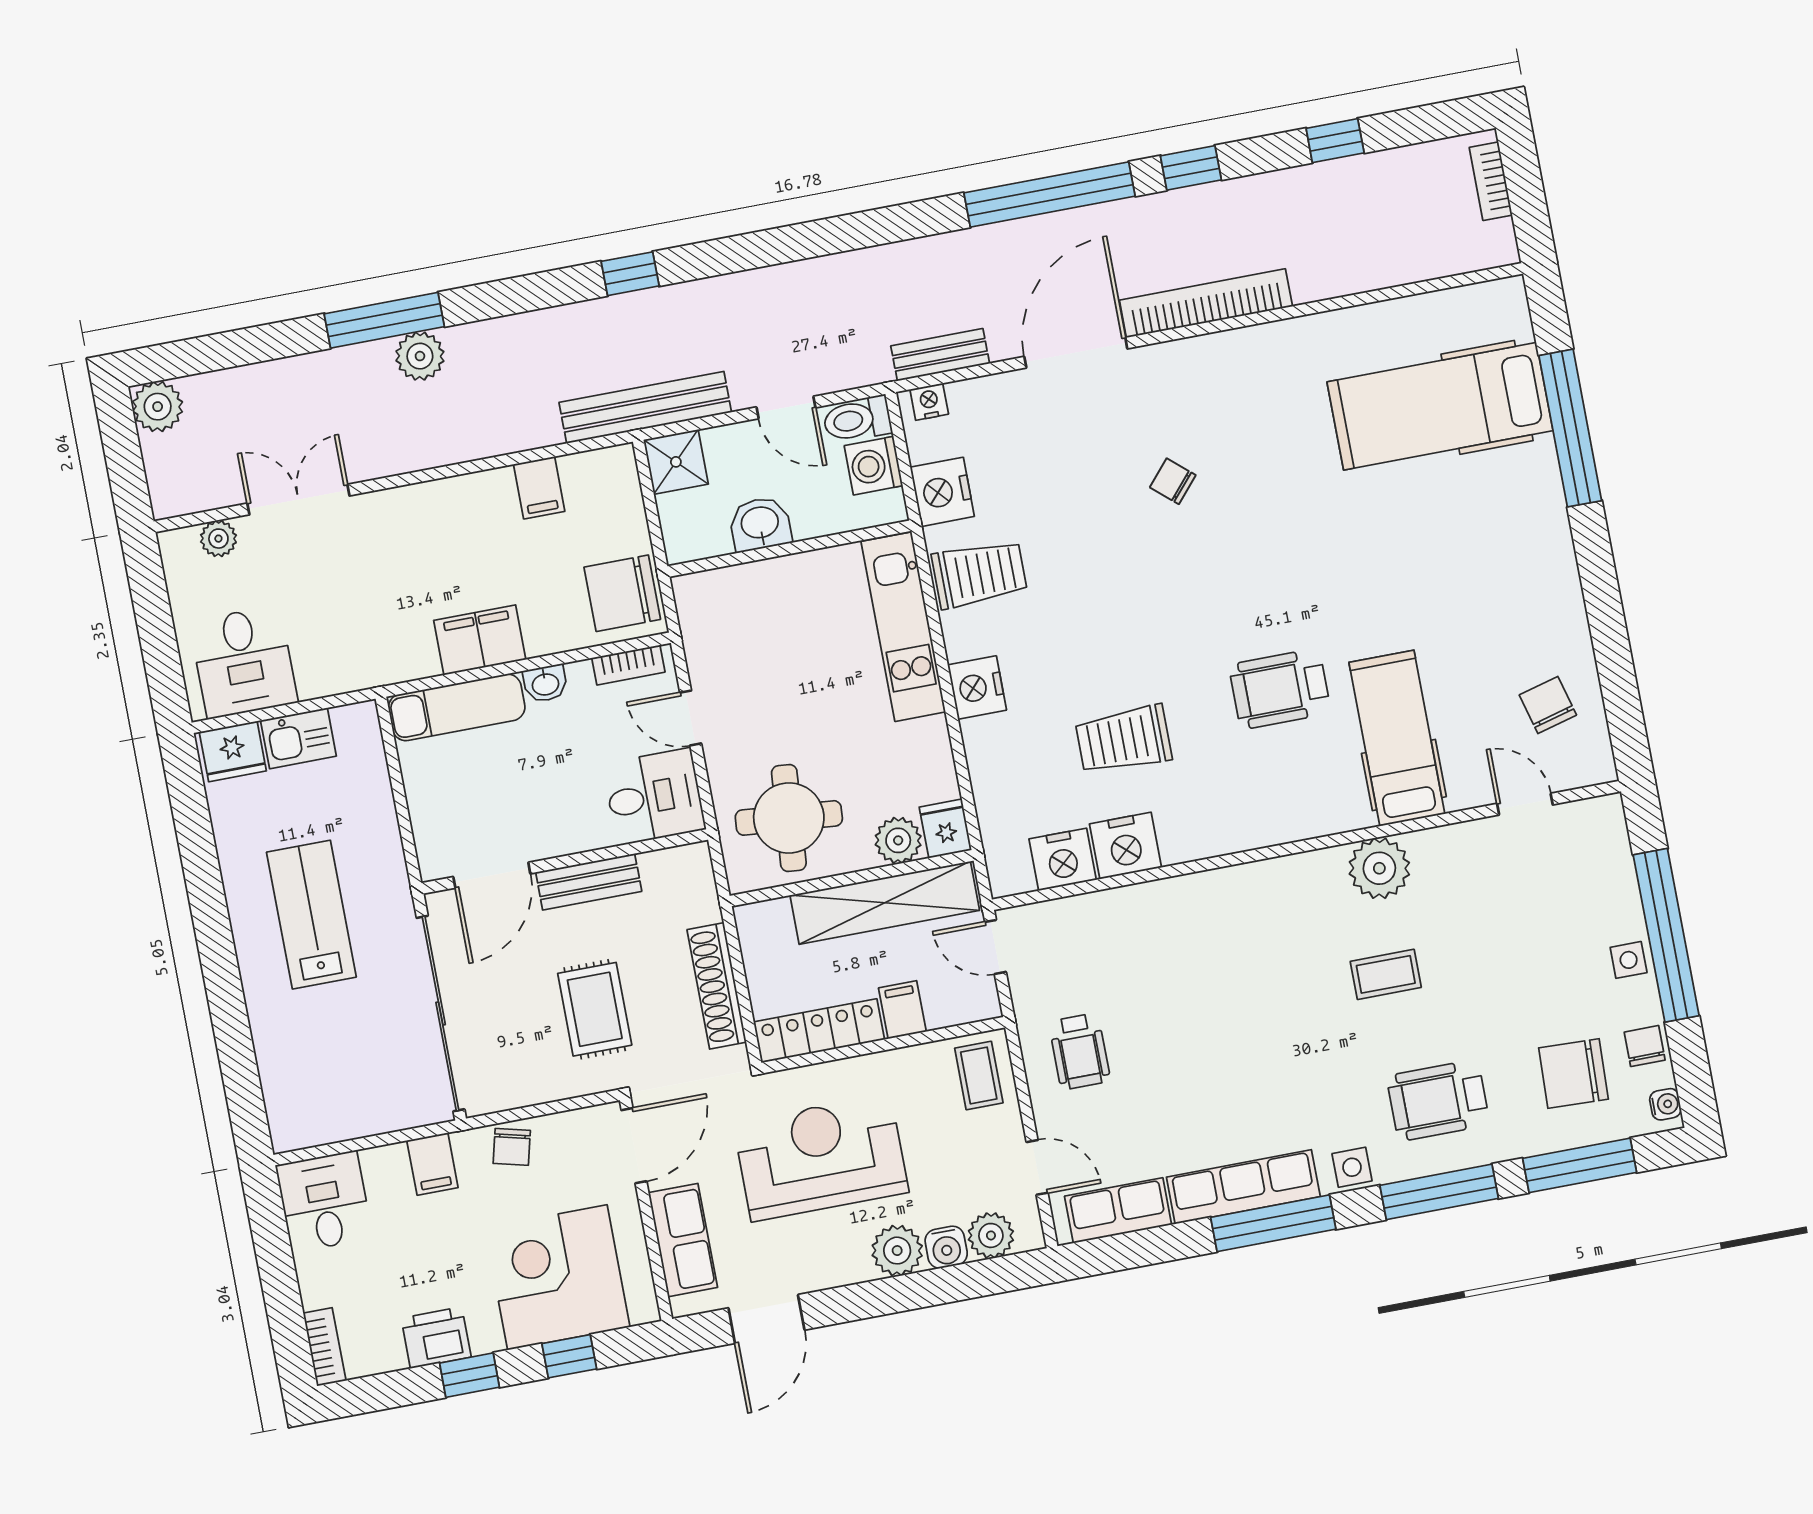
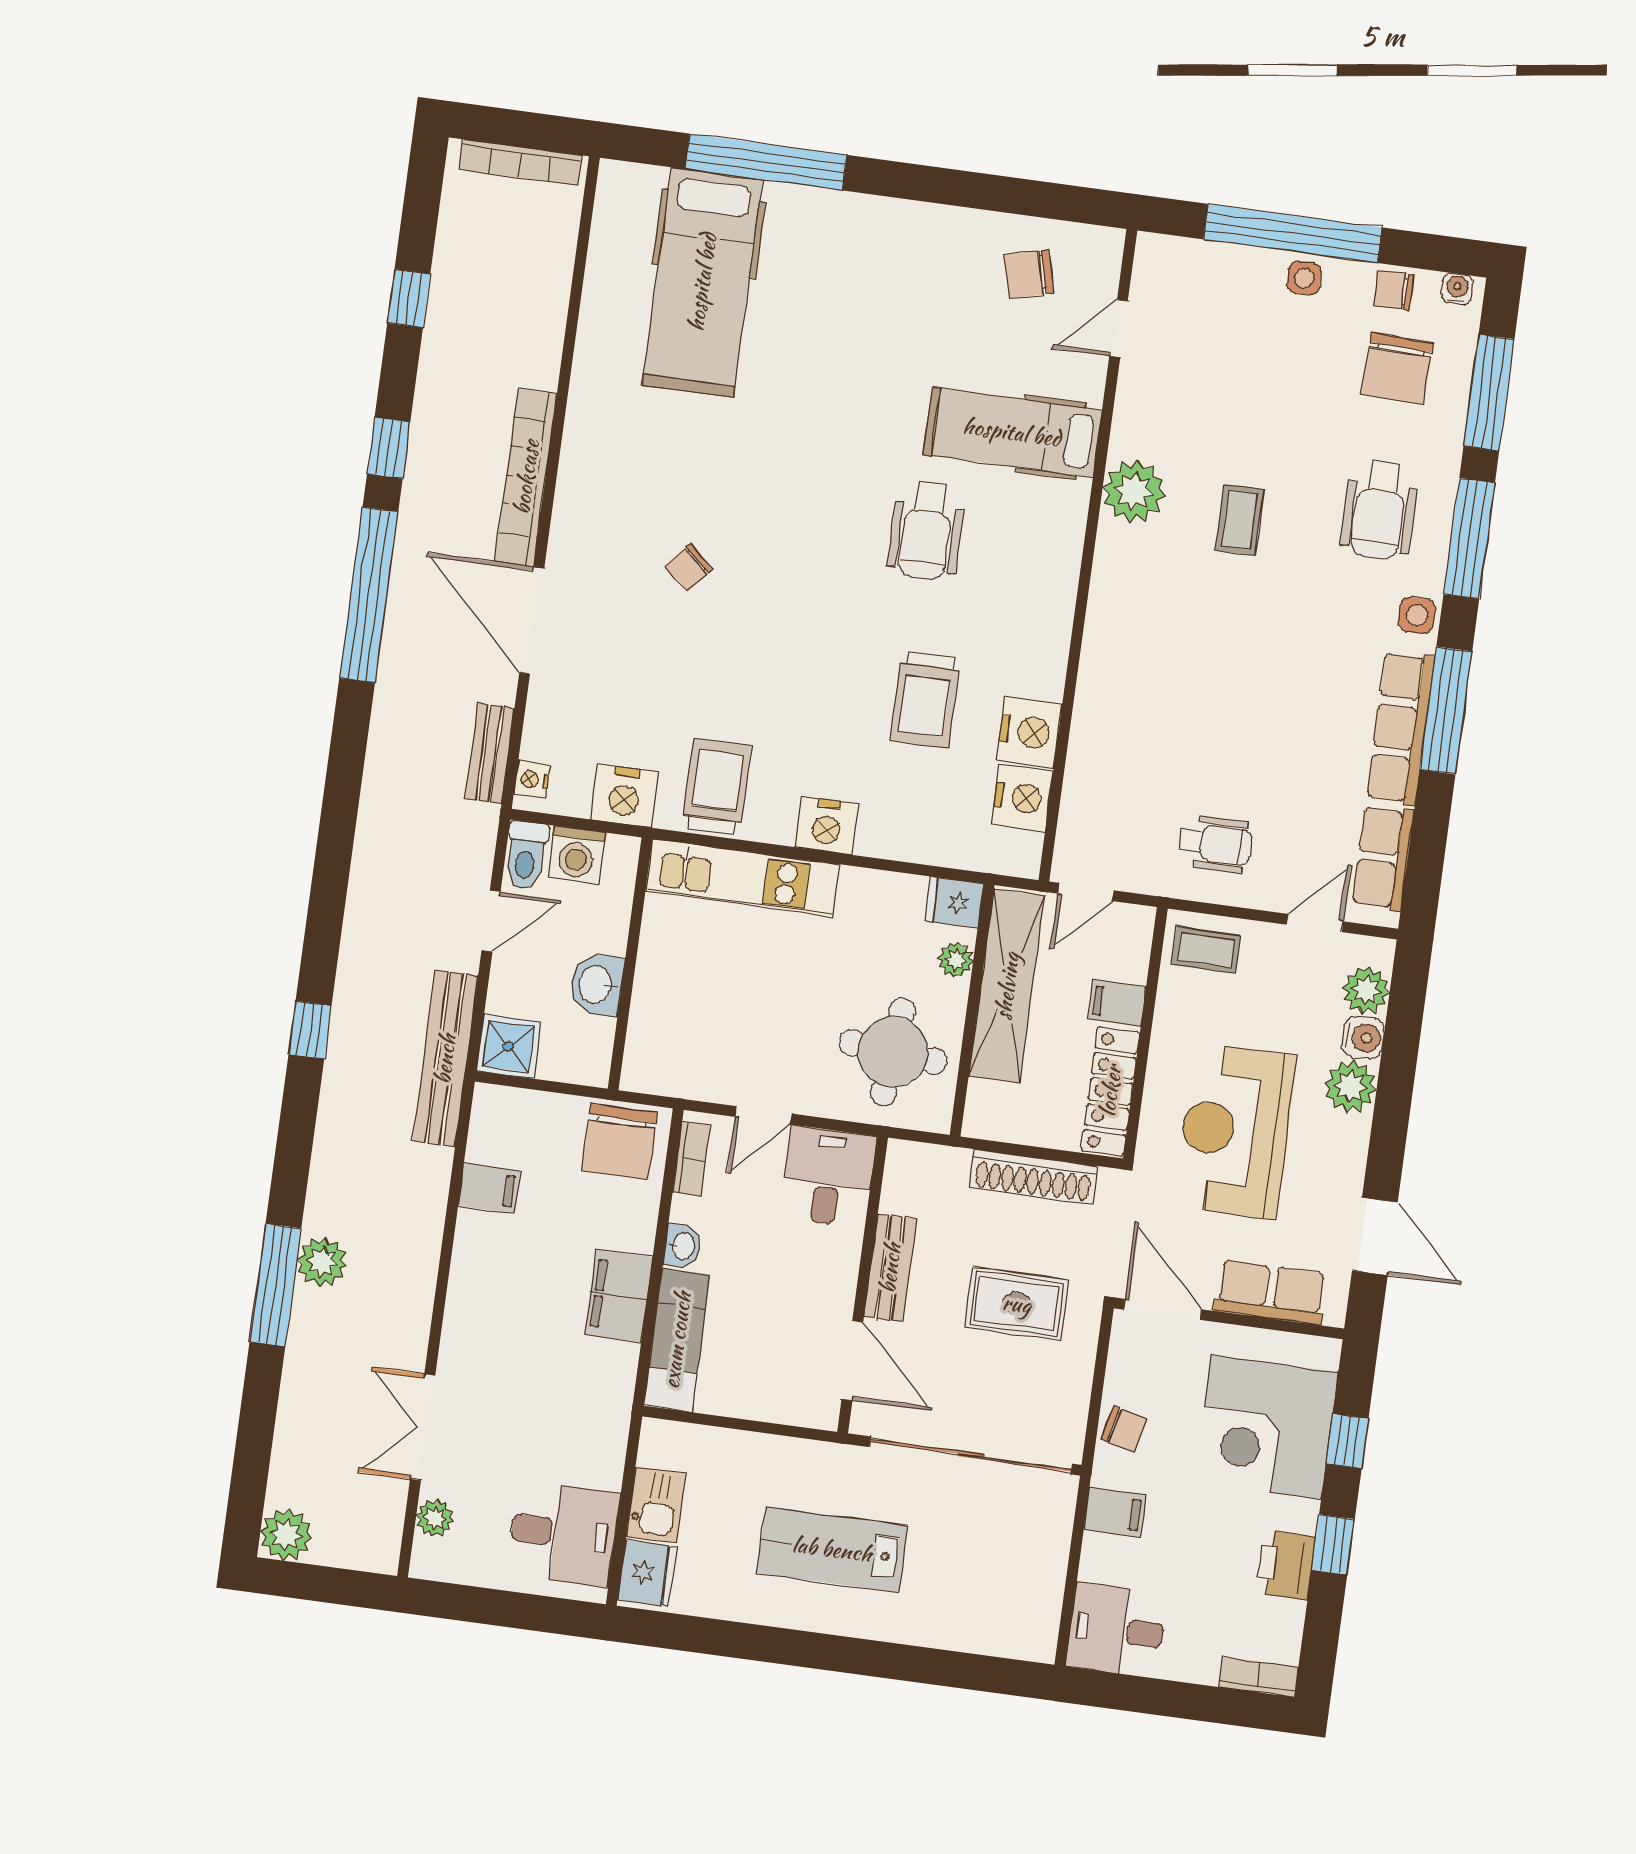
bookcase: (1491, 181) -> (520, 162), width x1.56
plant: (898, 840) -> (956, 960), width x0.73, depth x0.73

